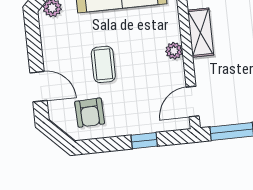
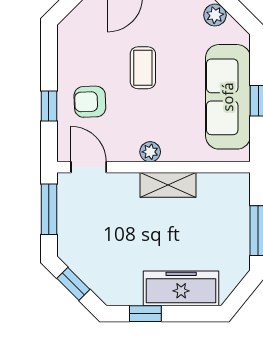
coffee table: (103, 64) -> (143, 68), turned 90
armchair: (90, 113) -> (90, 102), moved

